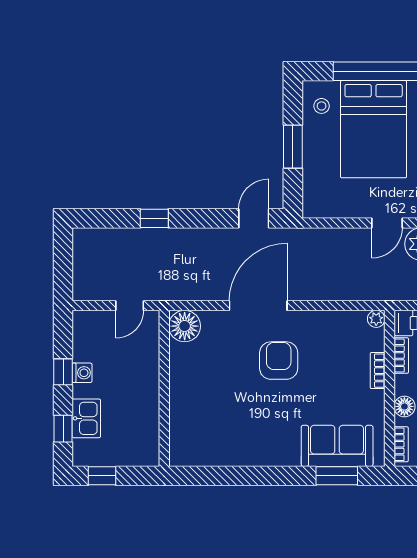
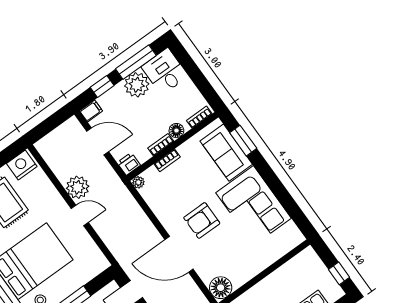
bookcase: (401, 356) -> (161, 145), moved
corner sofa: (253, 433) -> (253, 205), added

